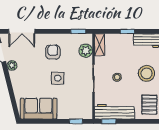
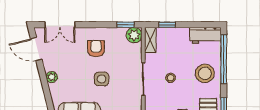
window: (127, 31) -> (167, 25), moved
plant: (86, 51) -> (134, 35), moved
plant: (12, 65) -> (52, 77), moved

